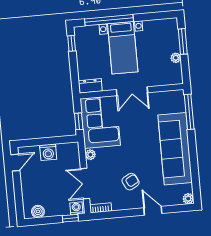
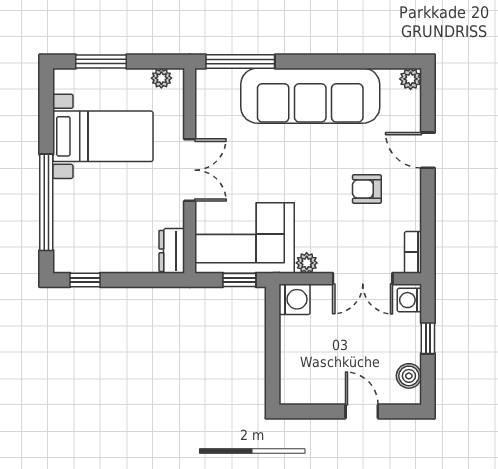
bed with nightstands: (123, 48) -> (103, 136), moved
plant: (176, 58) -> (161, 78), moved
washing machine: (48, 152) -> (295, 299), moved
door: (15, 163) -> (362, 412), moved
armchair: (131, 182) -> (367, 189), turned -62
door: (153, 211) -> (428, 150), hinge flipped
window: (70, 218) -> (428, 338), moved

